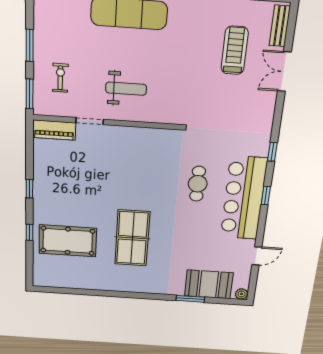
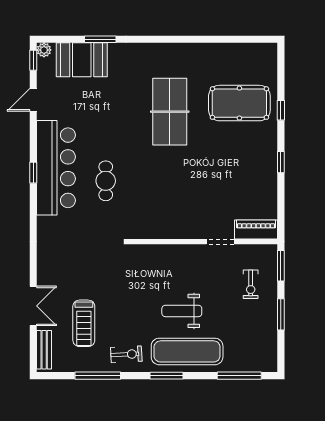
exercise bike: (194, 15) -> (126, 354), added
weight bench: (126, 89) -> (182, 311), moved
window: (272, 152) -> (33, 60), moved

